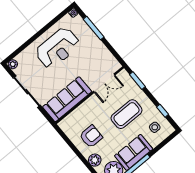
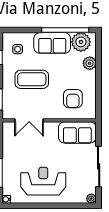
double door: (104, 83) -> (29, 120), swing flipped
sofa: (67, 99) -> (77, 132), width x0.73
armchair: (91, 136) -> (73, 99), moved, turned -90

